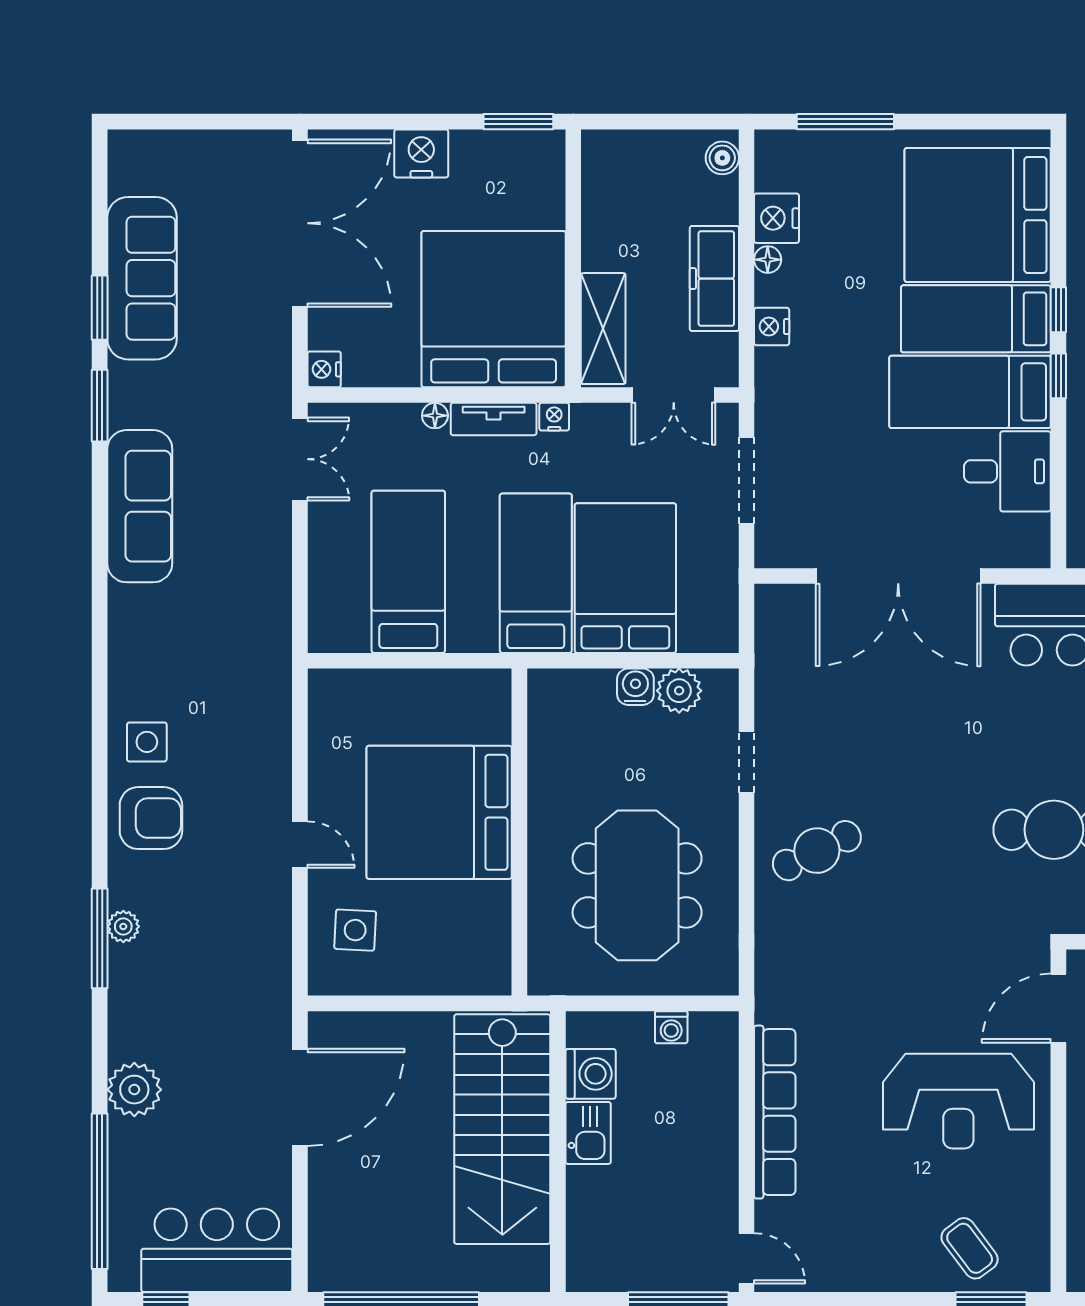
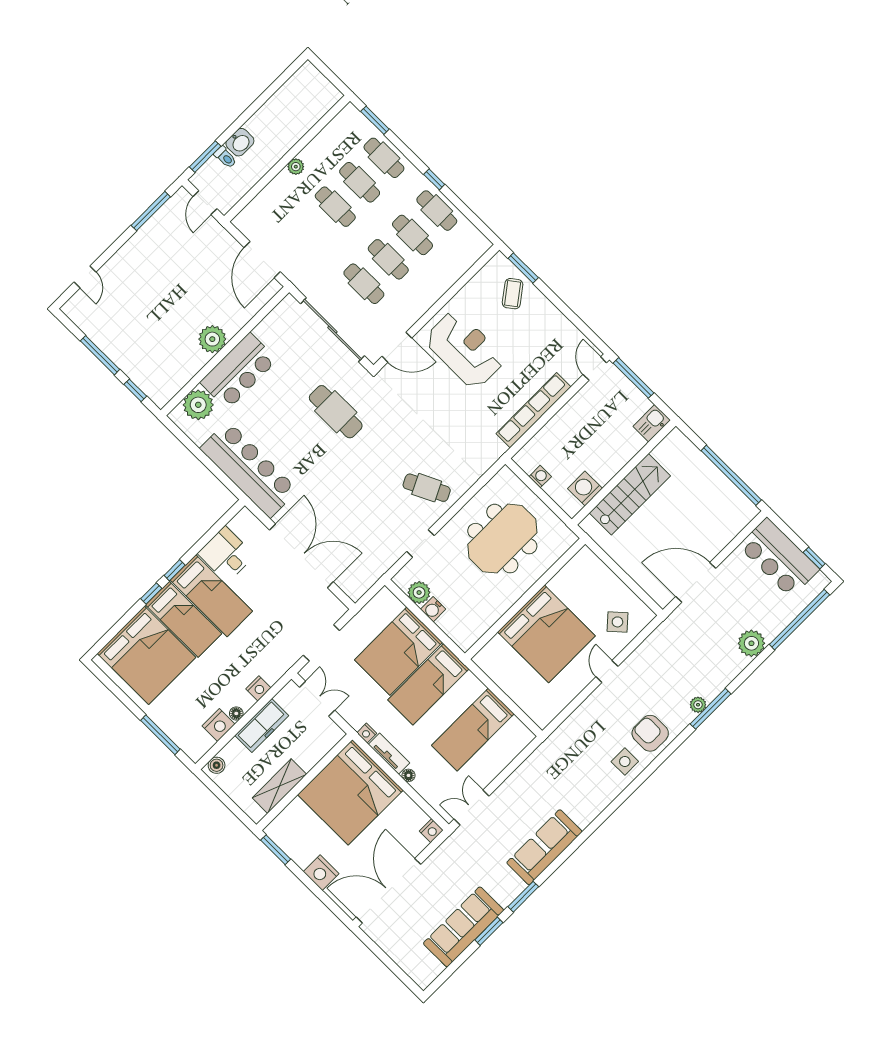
shelving: (603, 329) -> (279, 786), moved
side table: (355, 930) -> (617, 622), turned 45
stairs: (502, 1129) -> (630, 494), width x0.73, depth x0.66
kitchen sink: (588, 1133) -> (652, 423), moved

